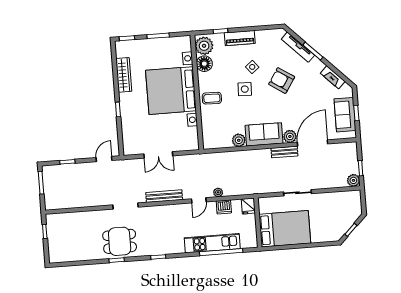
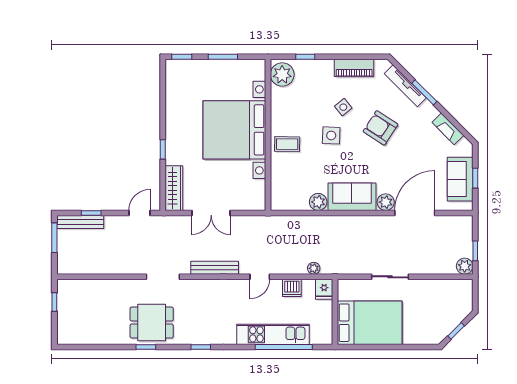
piano: (240, 38) -> (354, 68), moved
floor lamp: (204, 64) -> (281, 98), removed
wardrobe: (124, 75) -> (174, 188), moved
bench: (284, 152) -> (80, 222), moved, width x1.36
plant: (218, 192) -> (314, 268), moved

